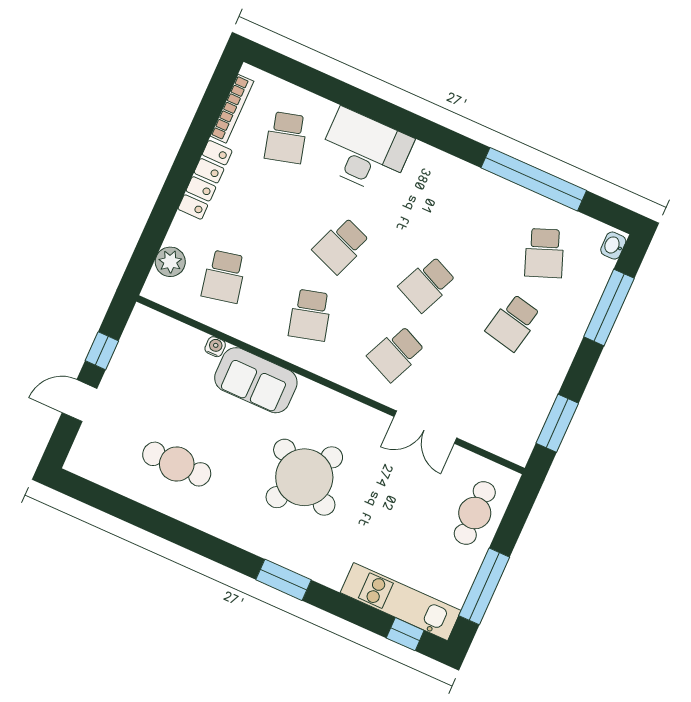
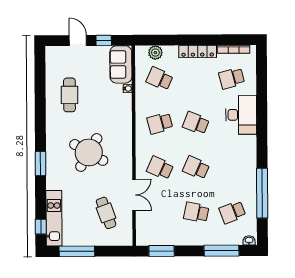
school desk: (224, 277) -> (160, 79), turned 36
sofa: (256, 380) -> (121, 64), moved
double door: (425, 427) -> (134, 195), swing flipped
cafe table: (475, 513) -> (106, 213), moved, turned 70

